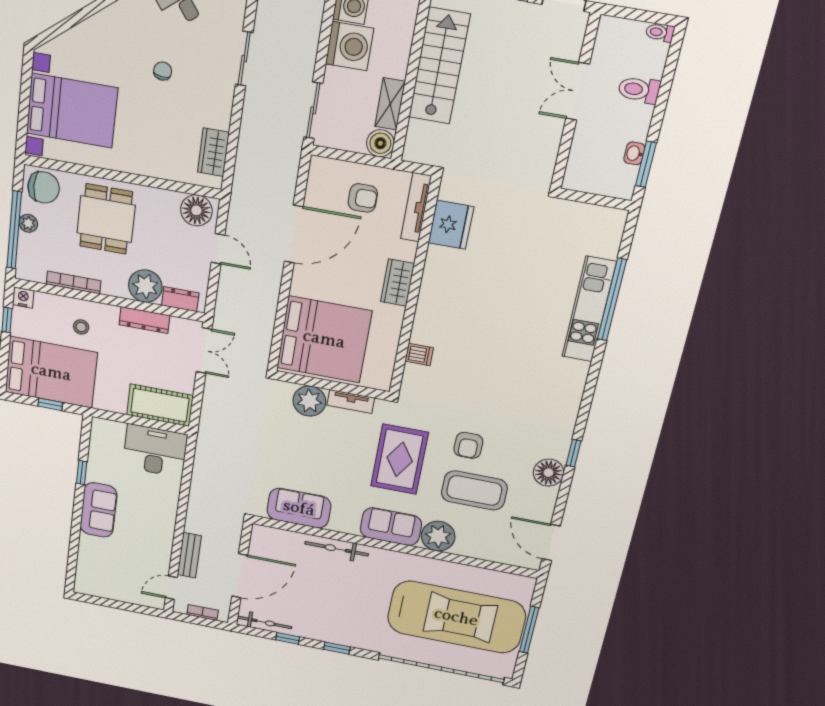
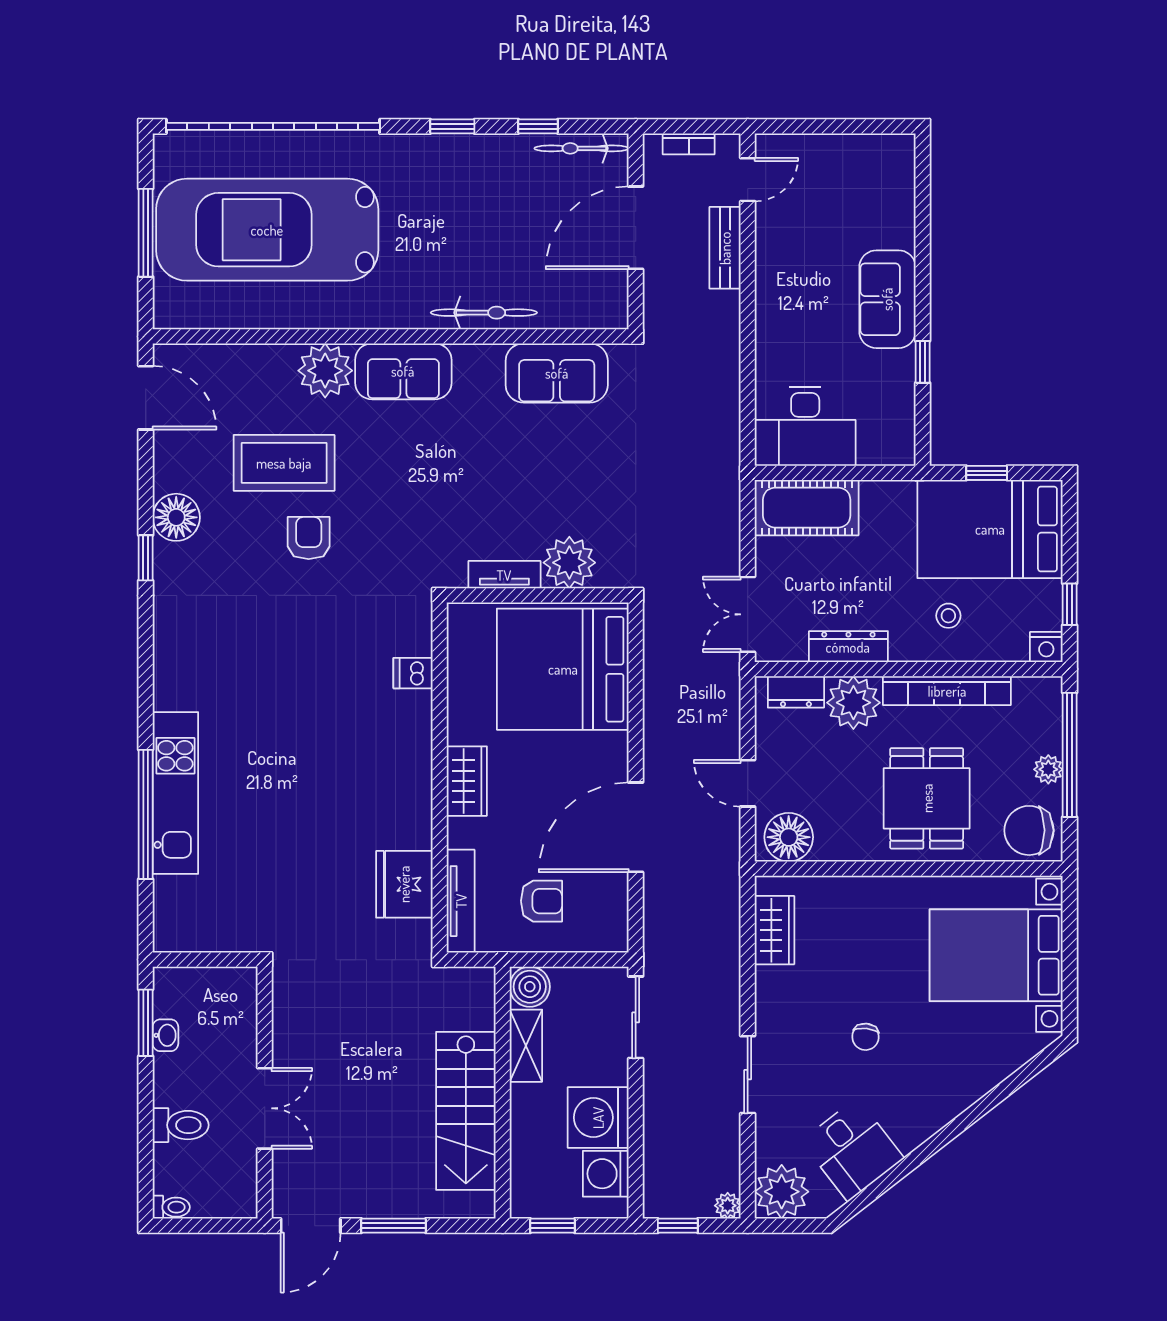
armchair: (363, 198) -> (541, 901), turned 180
bookcase: (74, 282) -> (947, 691), width x1.48, depth x1.31
rug: (400, 459) -> (411, 492), removed

